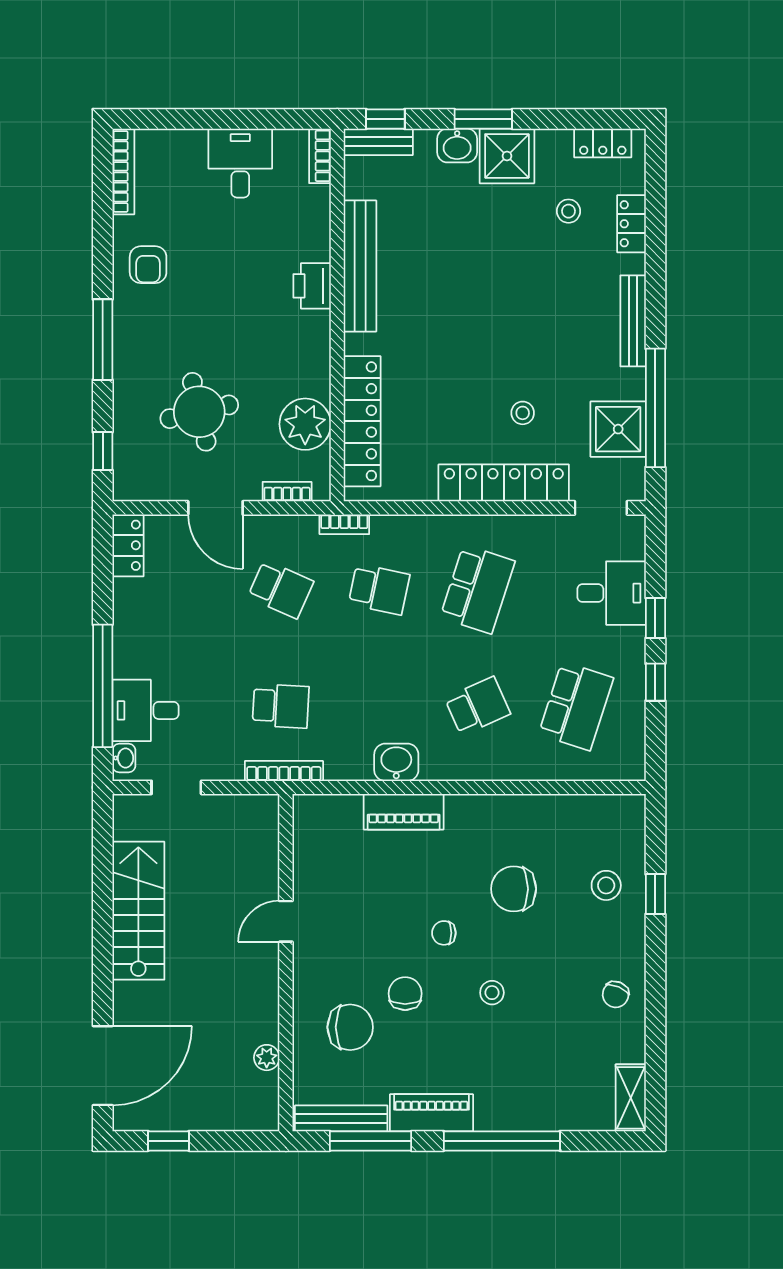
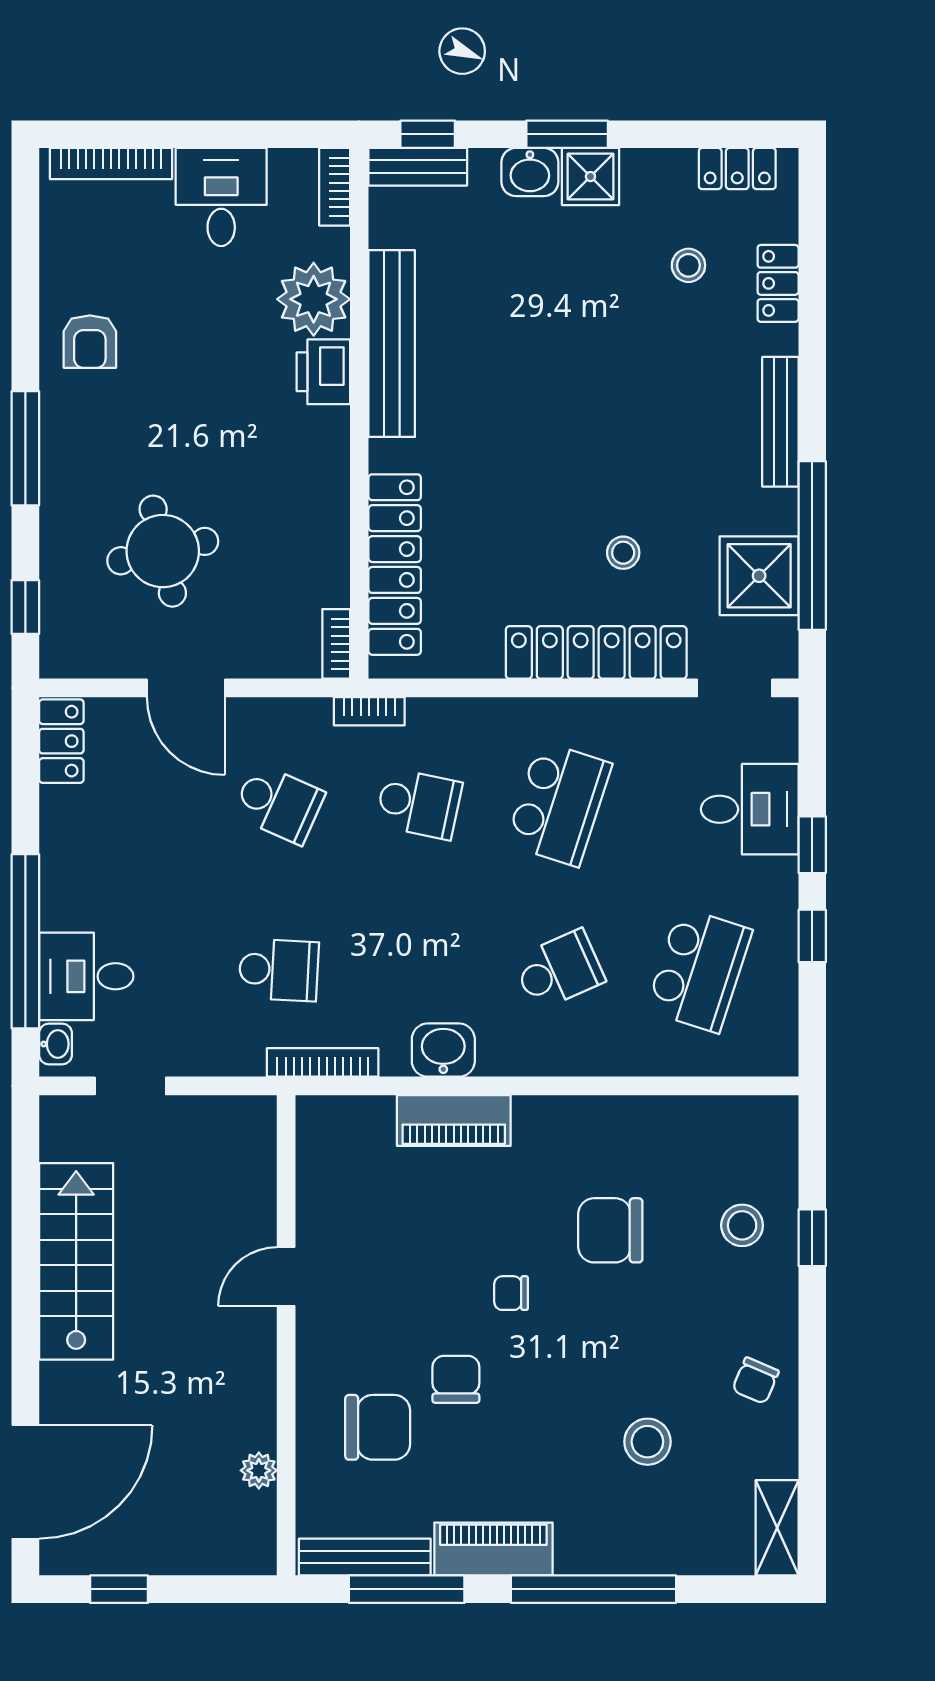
shower: (507, 156) -> (590, 177), width x0.73, depth x0.73
bookcase: (123, 172) -> (111, 164), moved, turned 90
plant: (305, 424) -> (314, 299), moved
bookcase: (287, 492) -> (336, 644), moved, turned -90
bookcase: (284, 771) -> (323, 1062), moved
stool: (492, 993) -> (647, 1442), moved, width x1.37, depth x1.37

